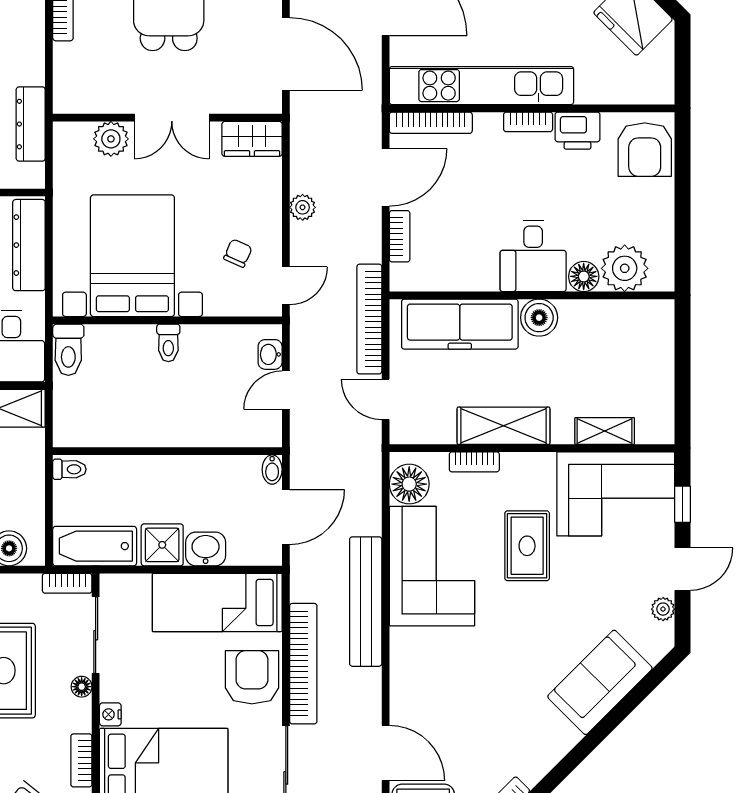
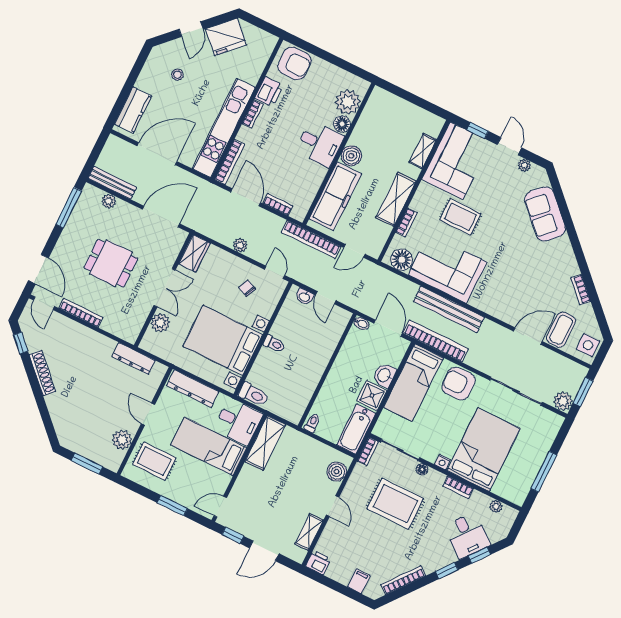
bookcase: (303, 664) -> (436, 341), moved

